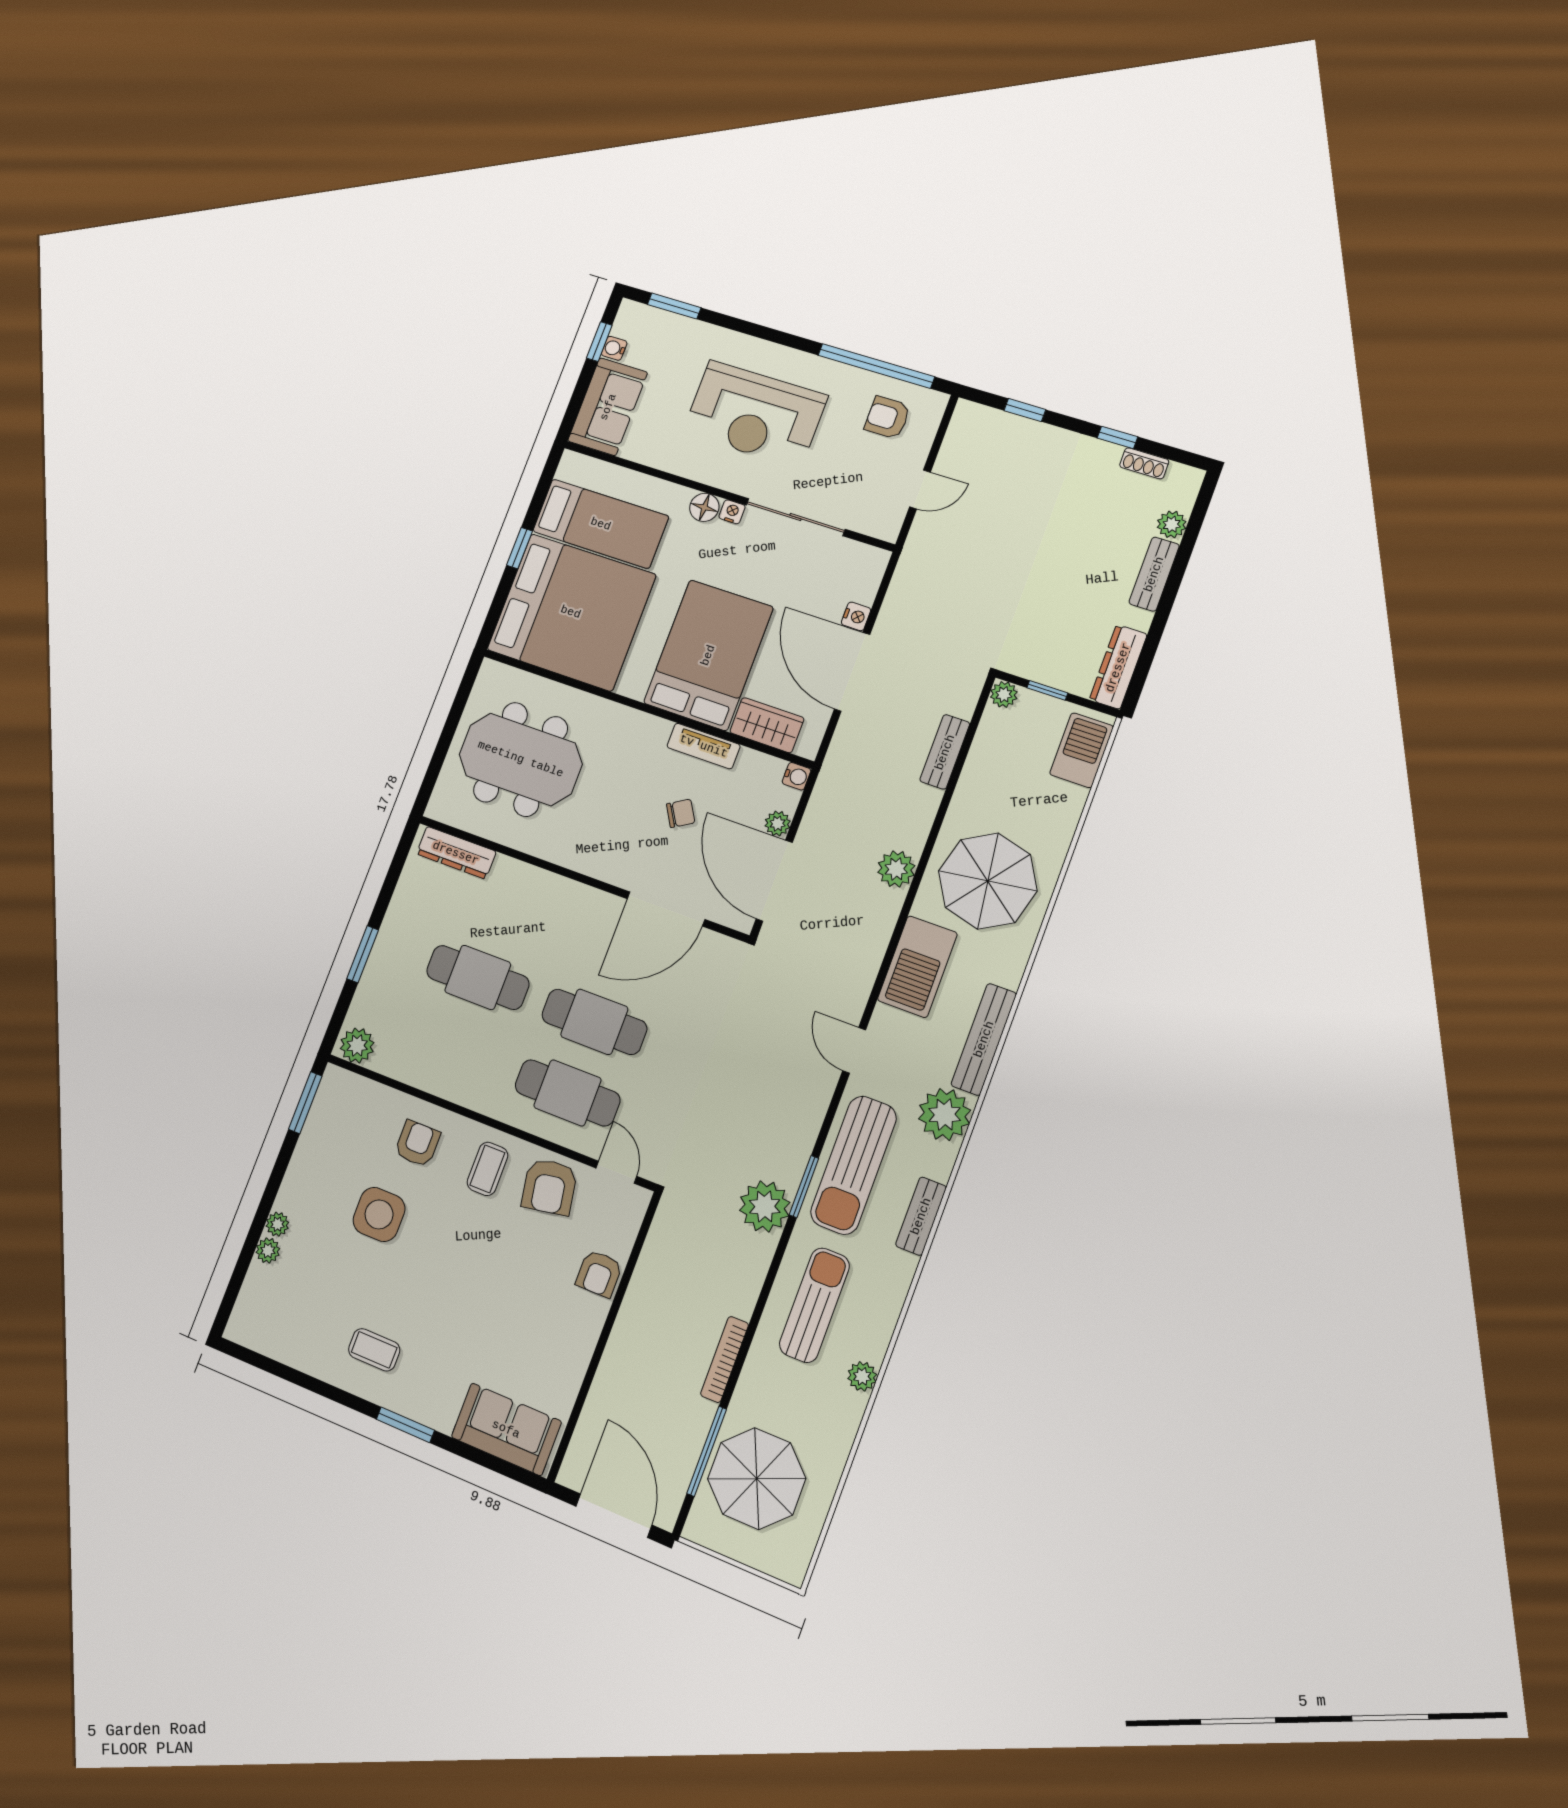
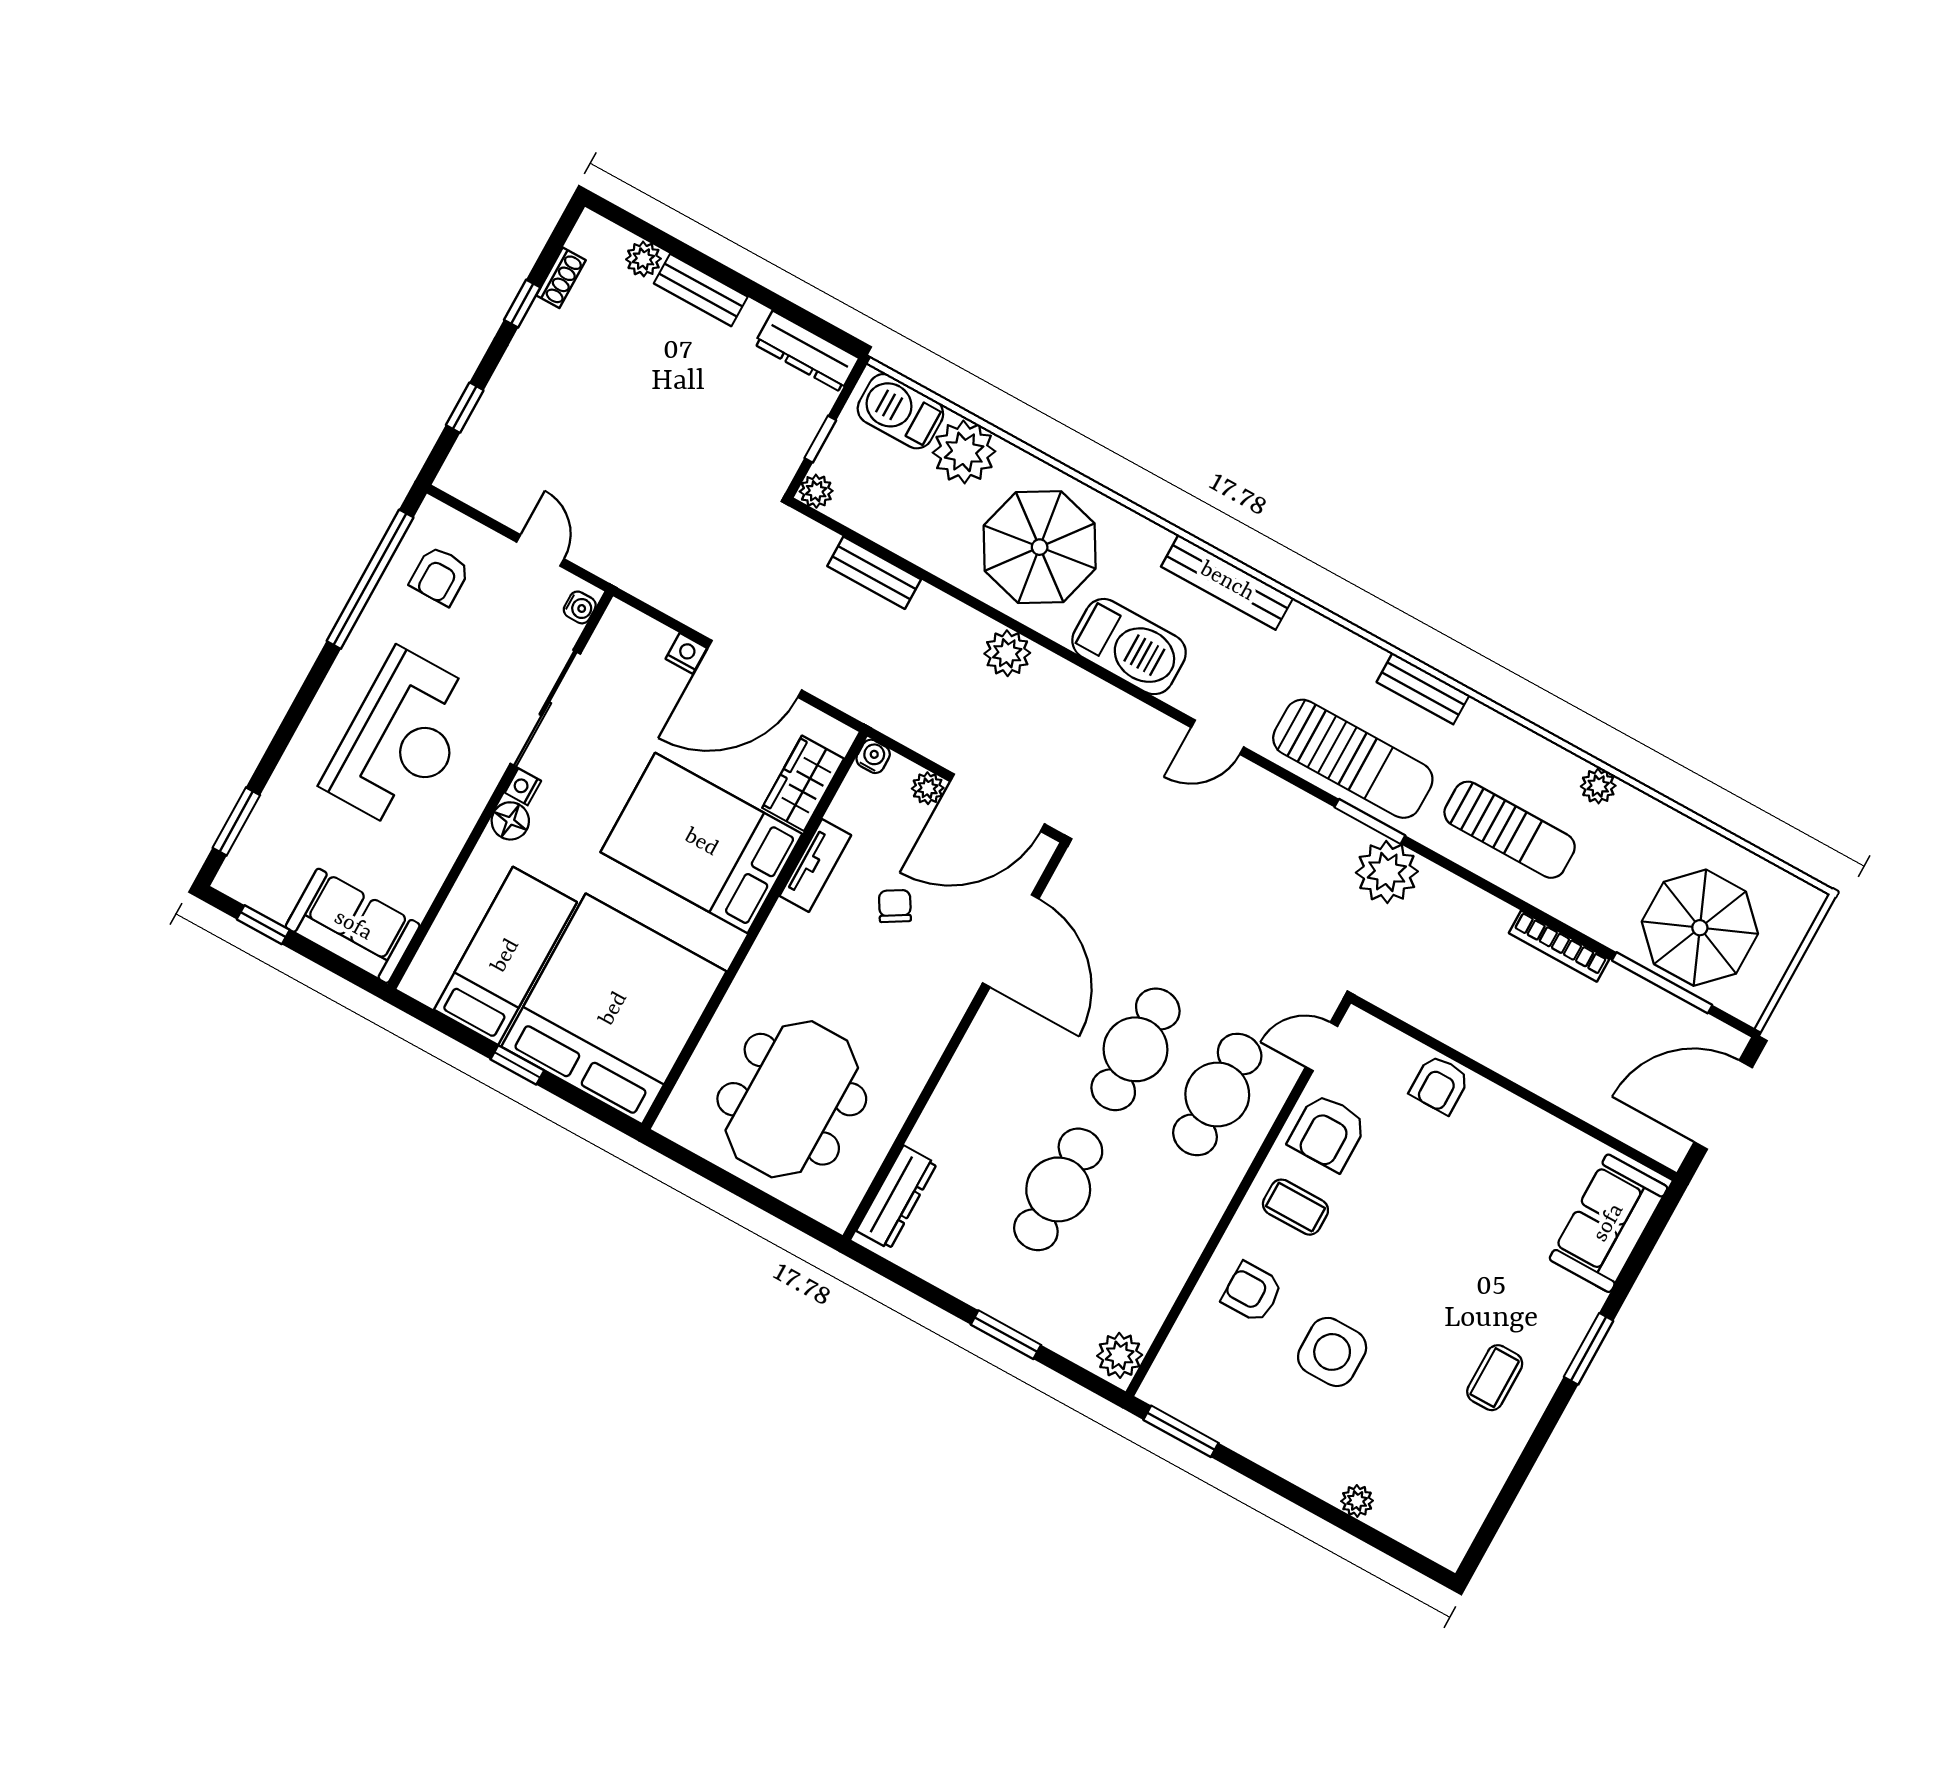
water cooler: (614, 348) -> (580, 607), moved, turned -90
plant: (945, 1115) -> (964, 452), moved
armchair: (549, 1187) -> (1328, 1132), turned 100
plant: (277, 1224) -> (1326, 1485), removed
armchair: (599, 1274) -> (1440, 1085), turned 90
sun lounger: (814, 1305) -> (1510, 830), turned 180

